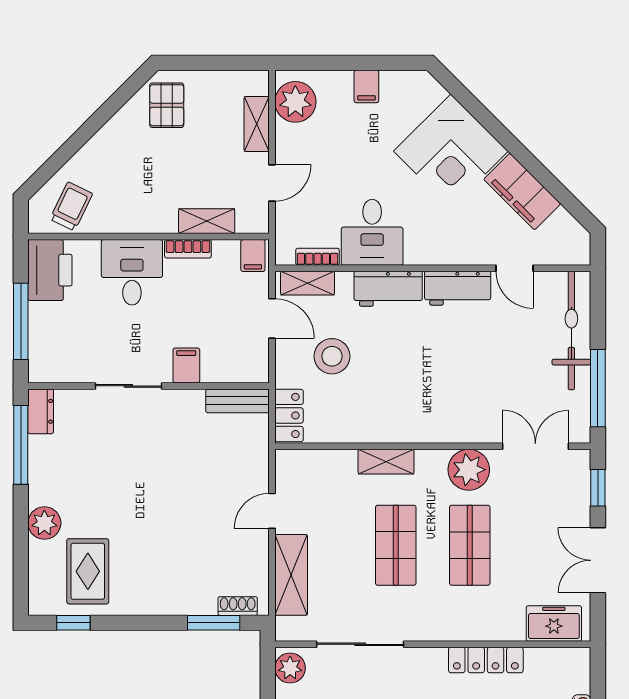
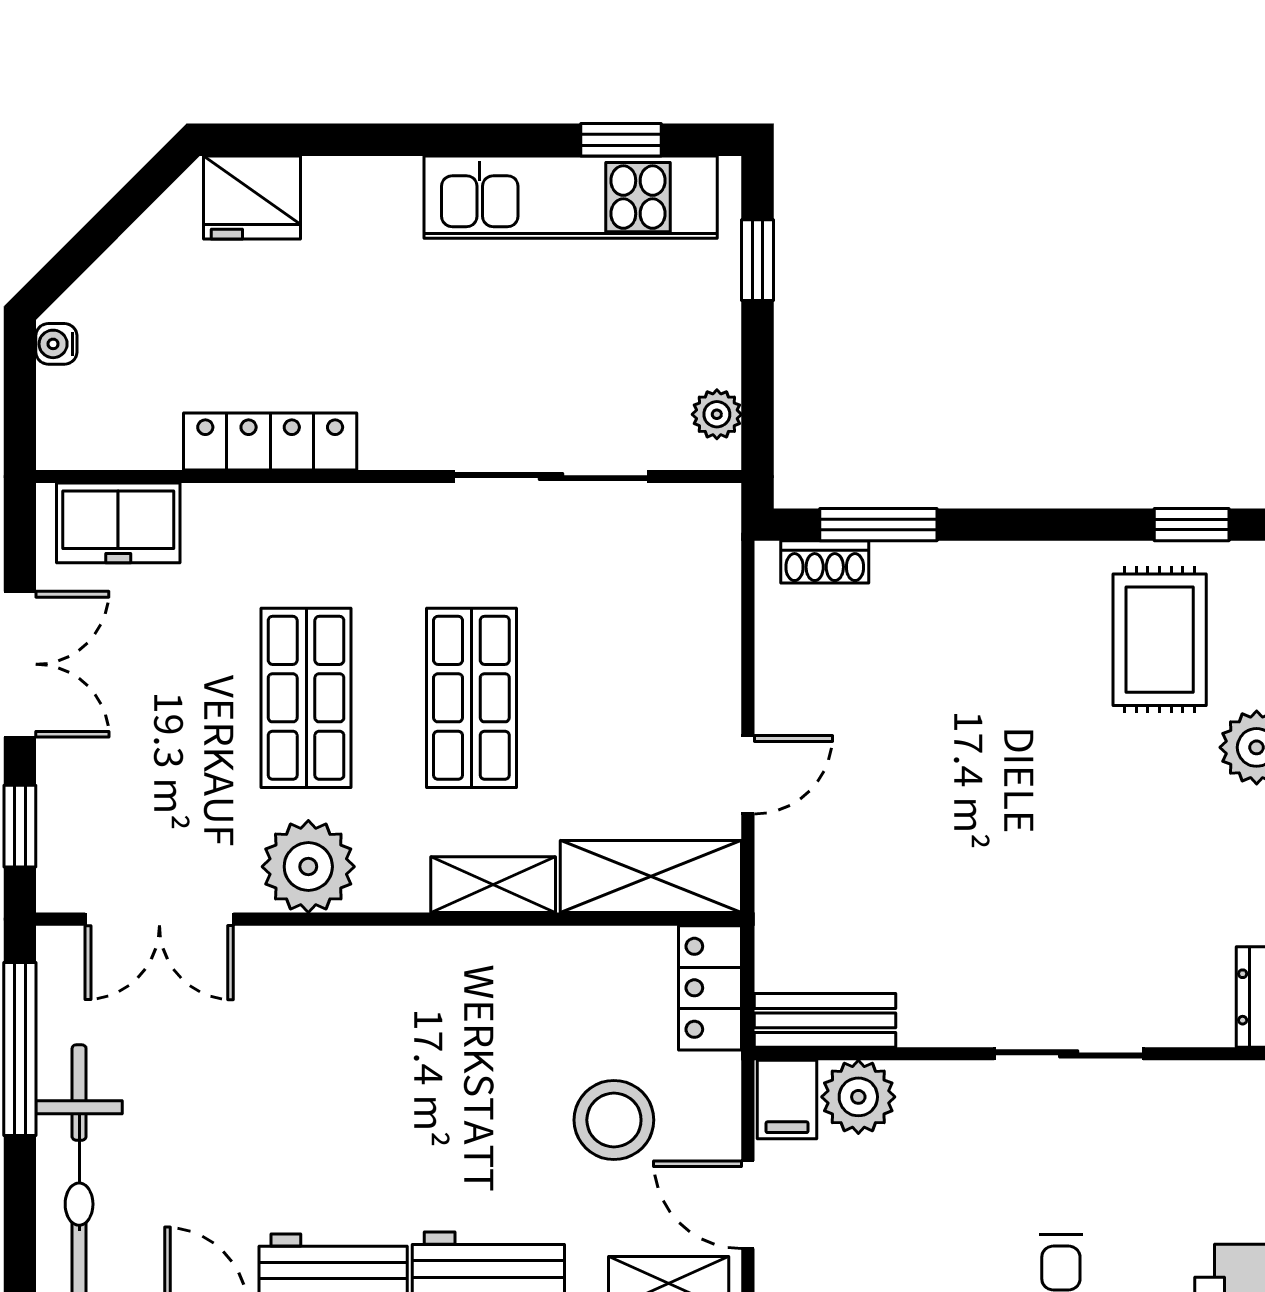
filing cabinet: (186, 365) -> (787, 1100), moved
plant: (223, 367) -> (858, 1097), added
shelving: (291, 575) -> (651, 877), moved, turned 90
plant: (290, 668) -> (717, 414), width x0.73, depth x0.73

